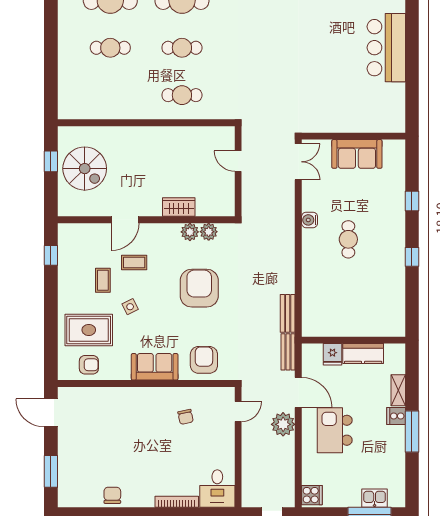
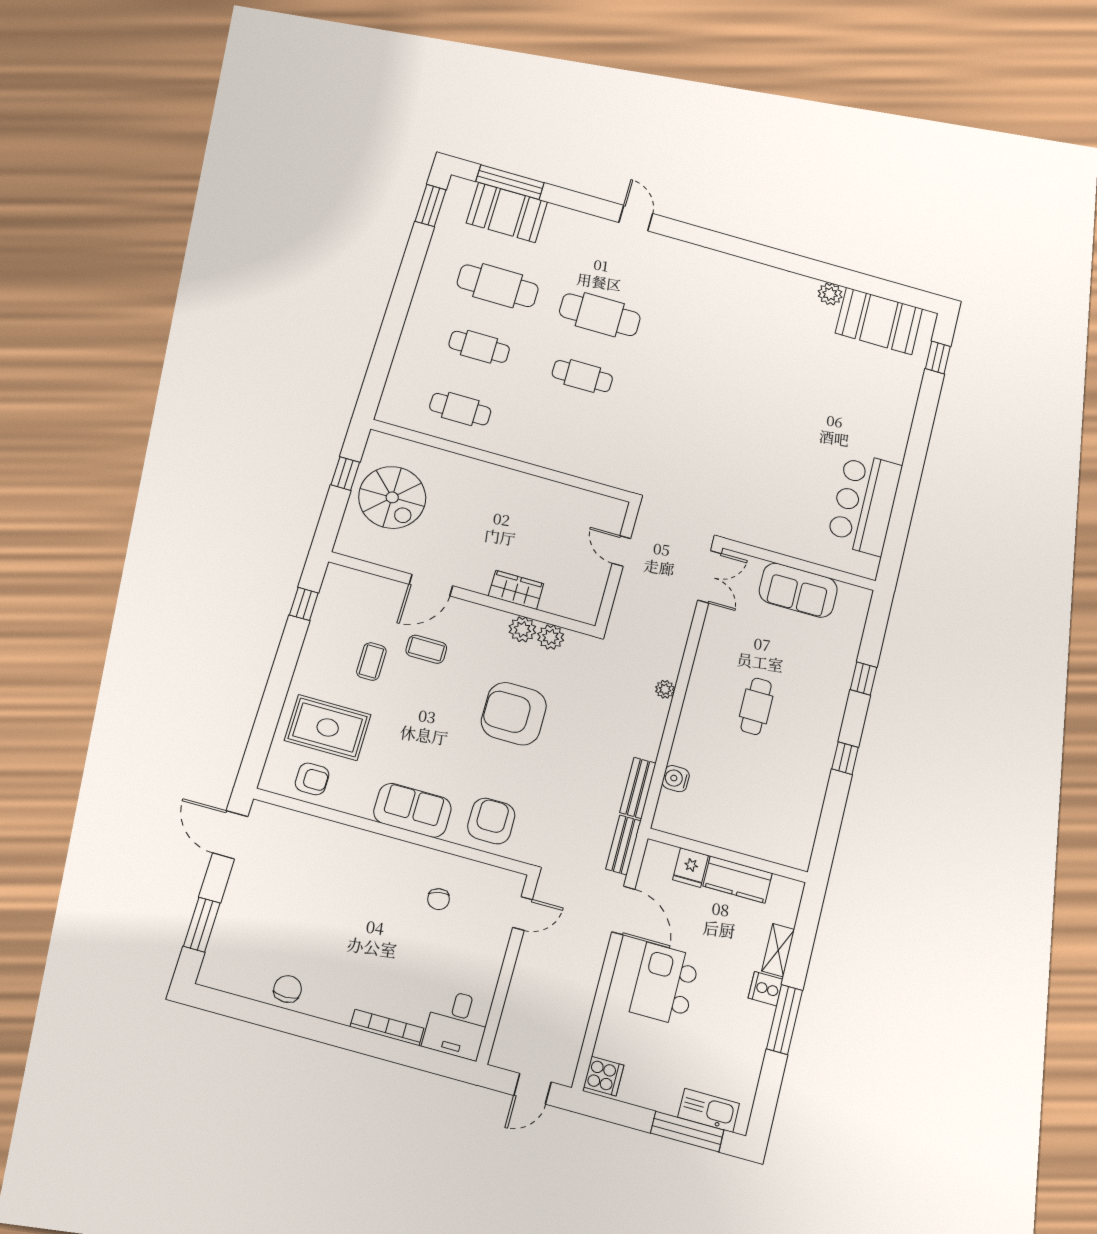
bar counter: (386, 48) -> (865, 503), moved
cafe table: (182, 95) -> (460, 409), moved
water cooler: (310, 220) -> (676, 779), moved
armchair: (199, 288) -> (514, 714), turned -90
side table: (130, 307) -> (401, 711), removed
plant: (283, 424) -> (665, 689), moved, width x0.53, depth x0.53
kitchen sink: (375, 498) -> (709, 1110), width x1.38

